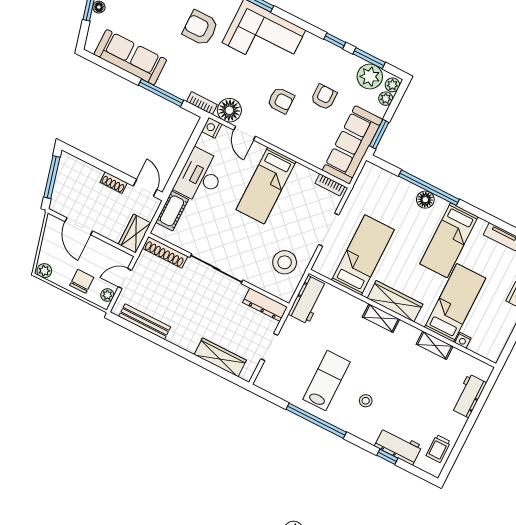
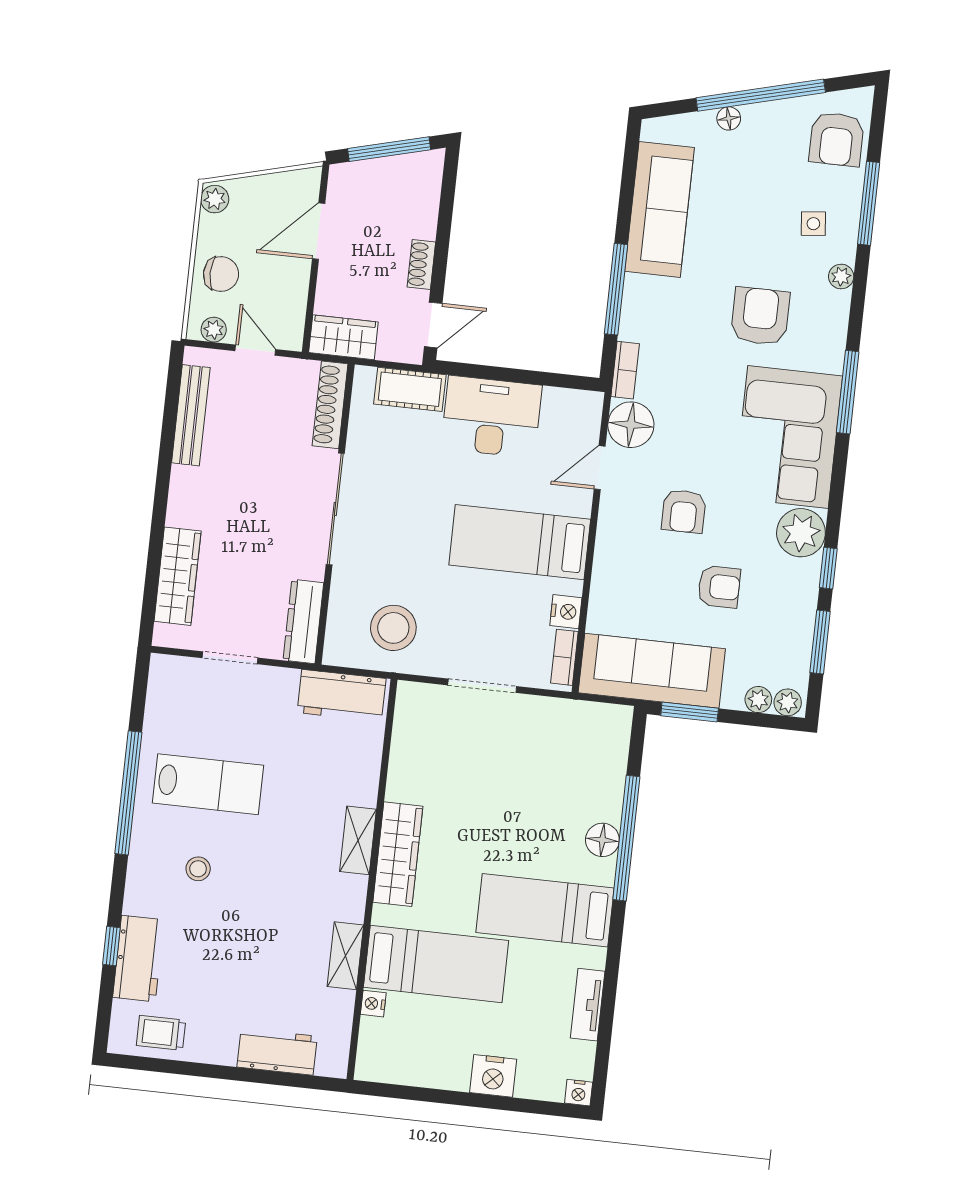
plant: (370, 77) -> (801, 533), moved
nightstand: (212, 128) -> (566, 612), moved, turned 90
bed: (363, 255) -> (460, 765), removed

